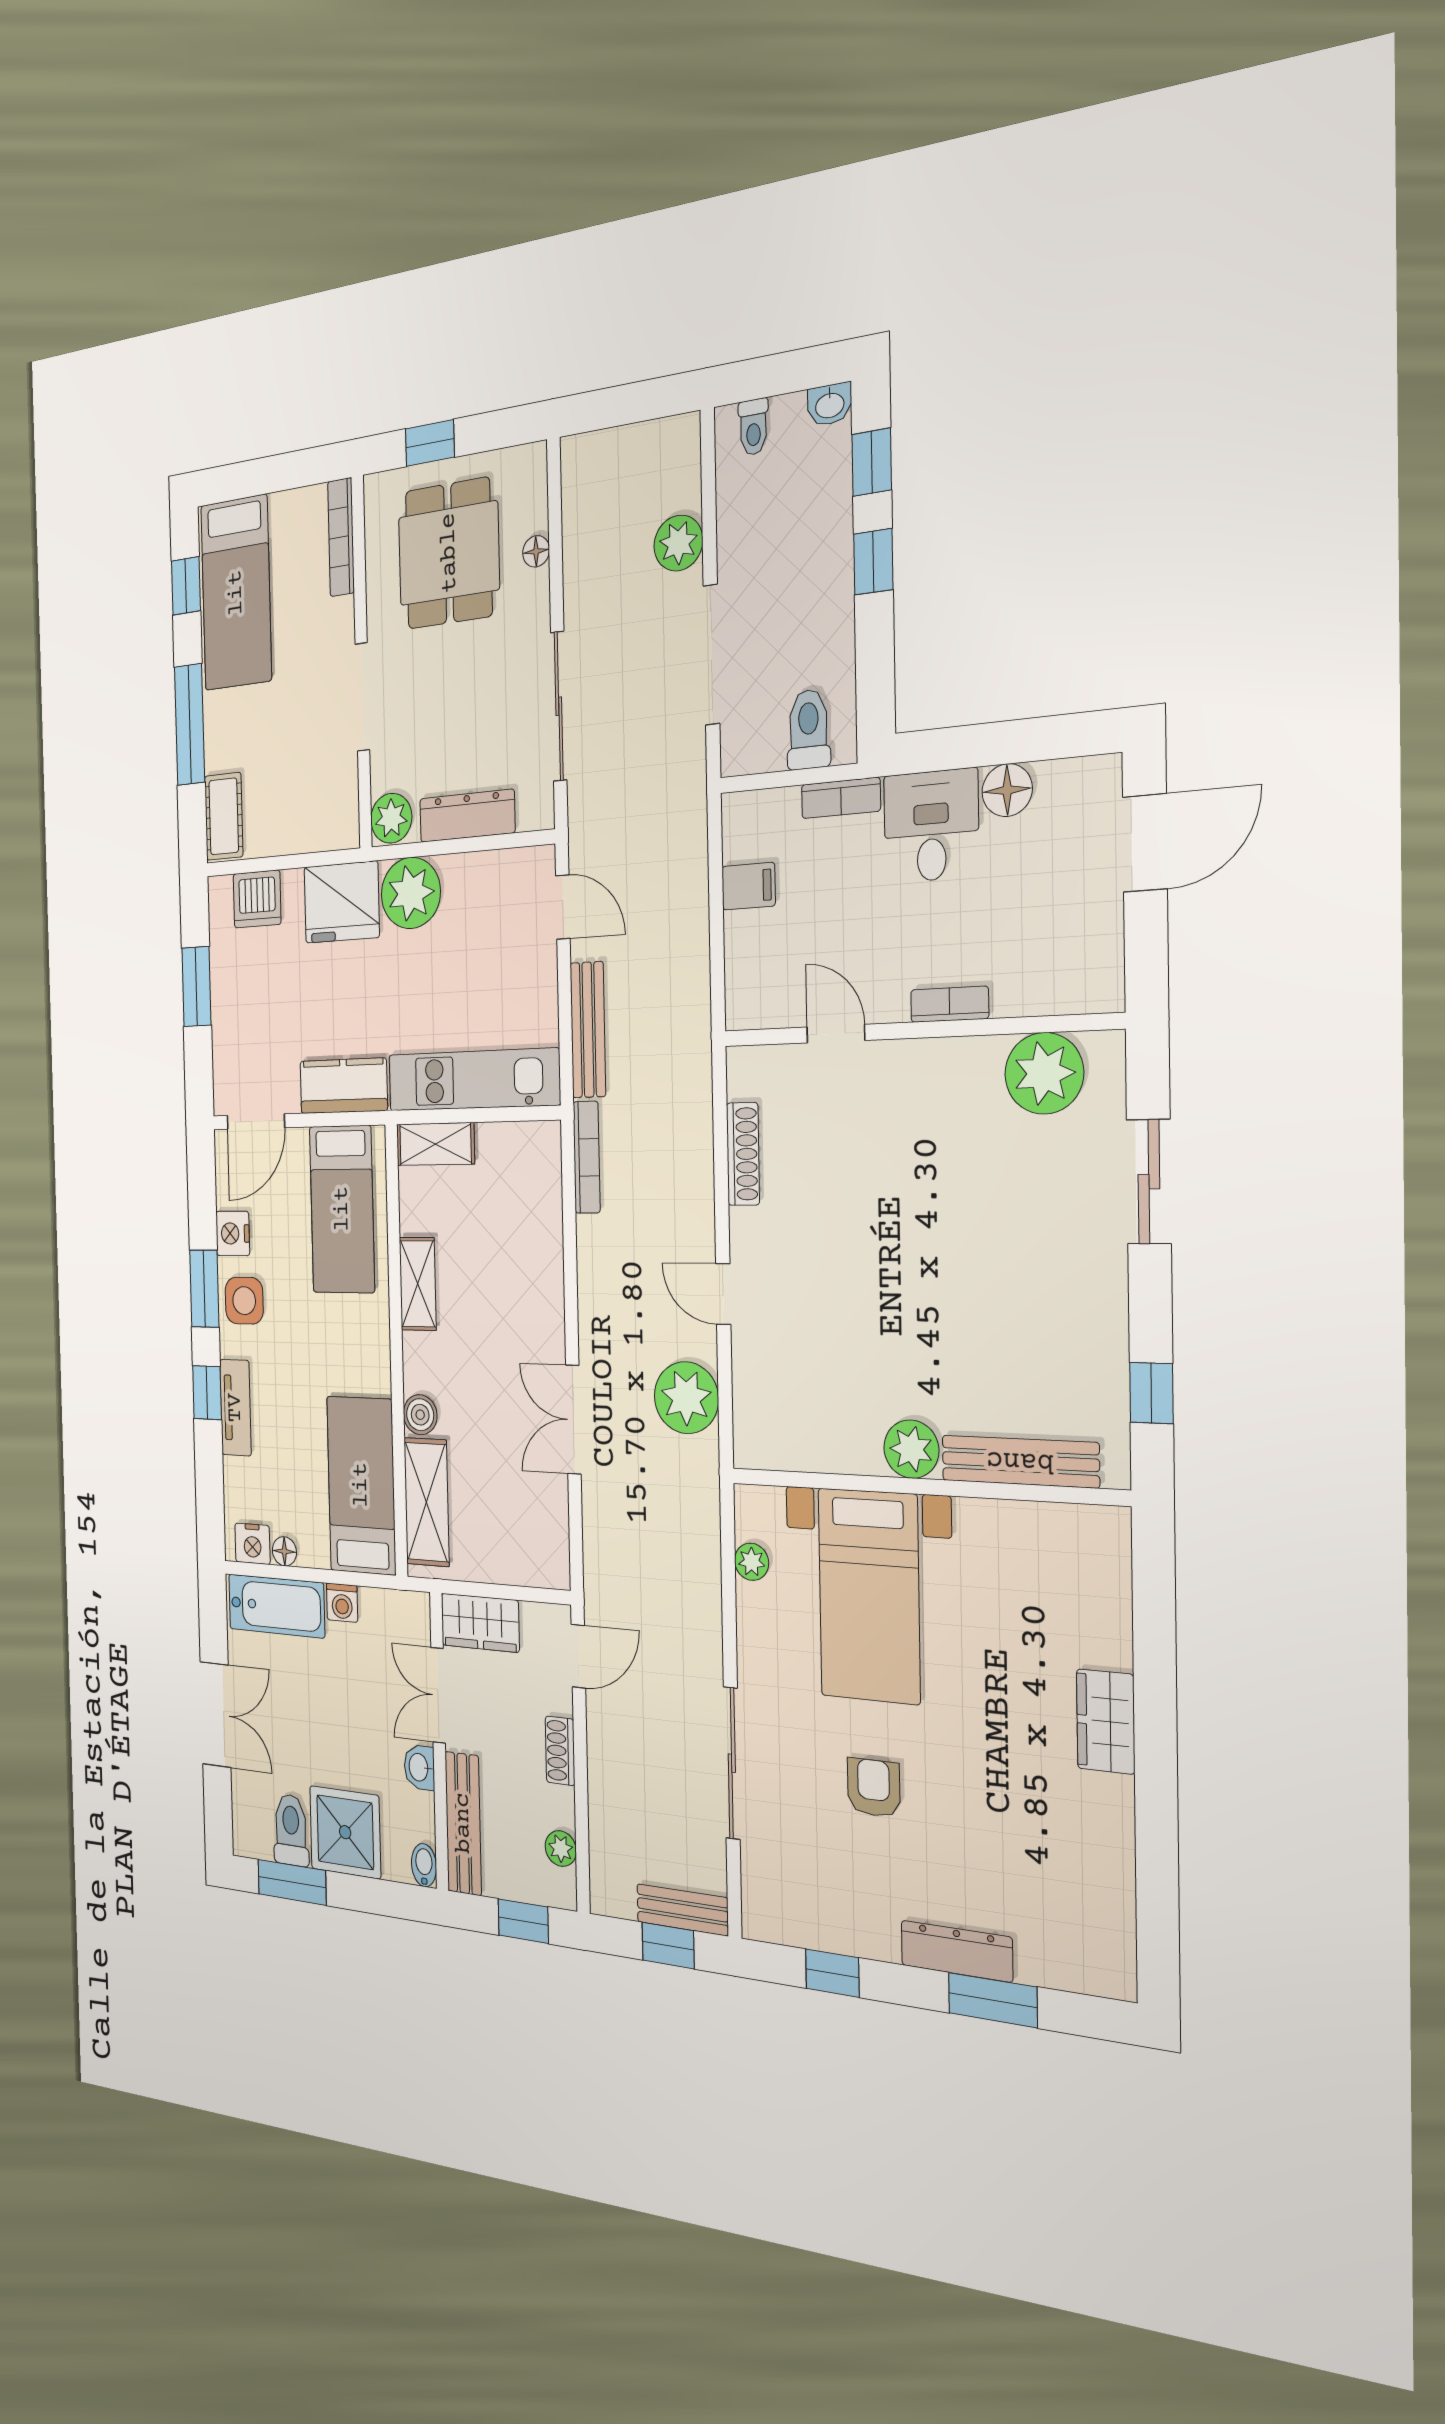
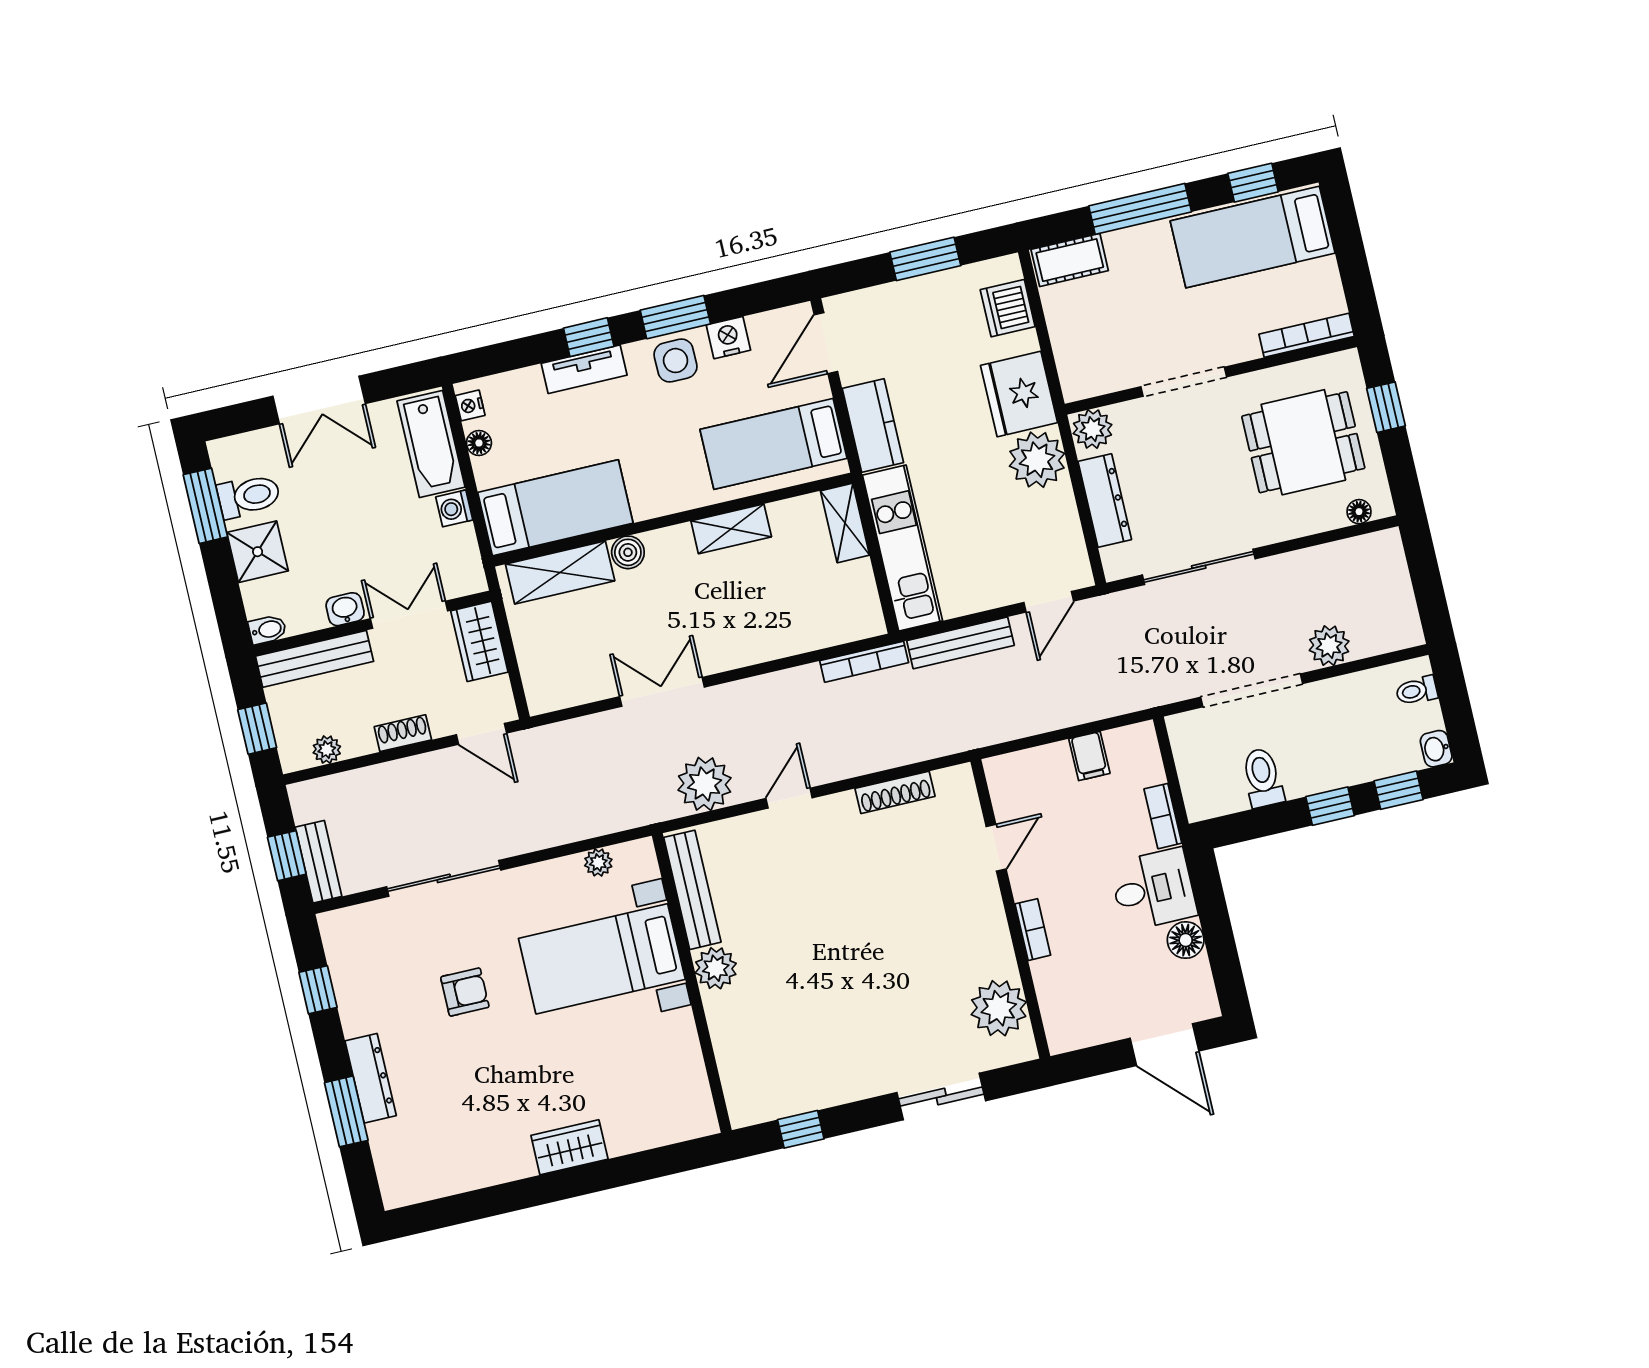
floor lamp: (536, 551) -> (1359, 512), moved
toilet: (809, 729) -> (1263, 778), moved, turned -90
door: (256, 1122) -> (826, 343), hinge flipped
bench: (1020, 1461) -> (692, 890), moved
nightstand: (253, 1544) -> (470, 405), width x0.72, depth x0.74
shower: (345, 1832) -> (258, 552), width x0.73, depth x0.73

